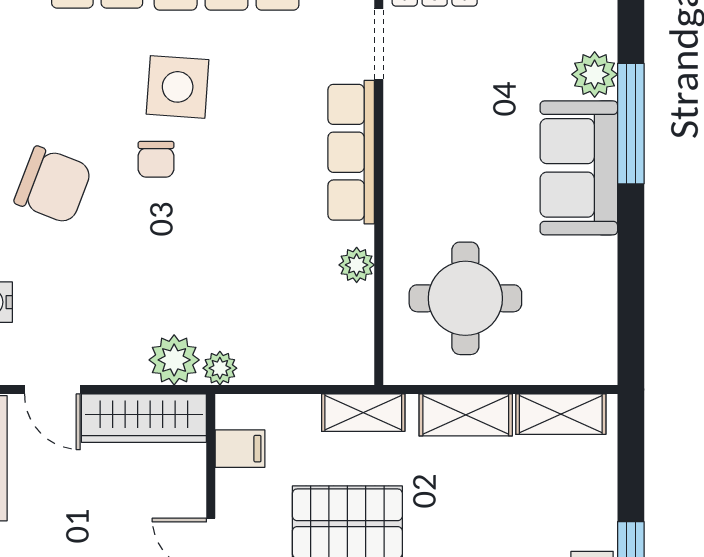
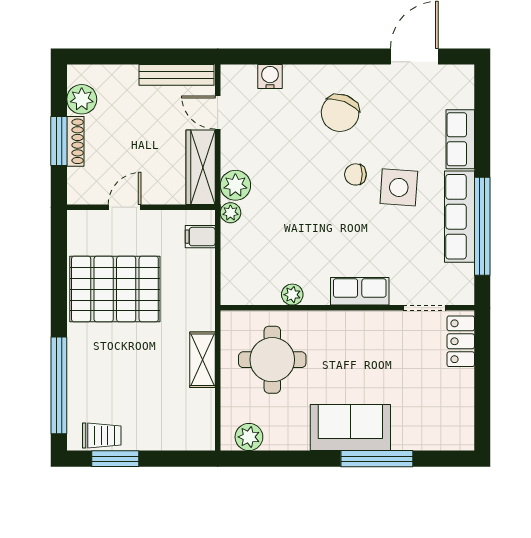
plant: (595, 74) -> (249, 437), moved
row of seats: (351, 152) -> (360, 291), width x0.68
door: (52, 390) -> (218, 112), hinge flipped
shelving: (363, 413) -> (204, 299), removed
shelving: (561, 414) -> (203, 417), removed
filing cabinet: (240, 449) -> (200, 237), moved, turned 90

